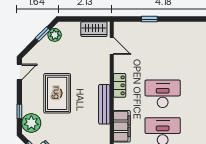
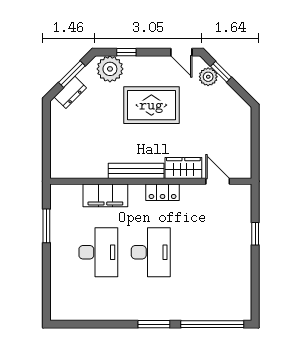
wardrobe: (94, 29) -> (183, 168), moved, turned 90
window: (43, 34) -> (221, 72), moved
plant: (55, 35) -> (208, 77), moved
door: (112, 46) -> (218, 181), swing flipped

